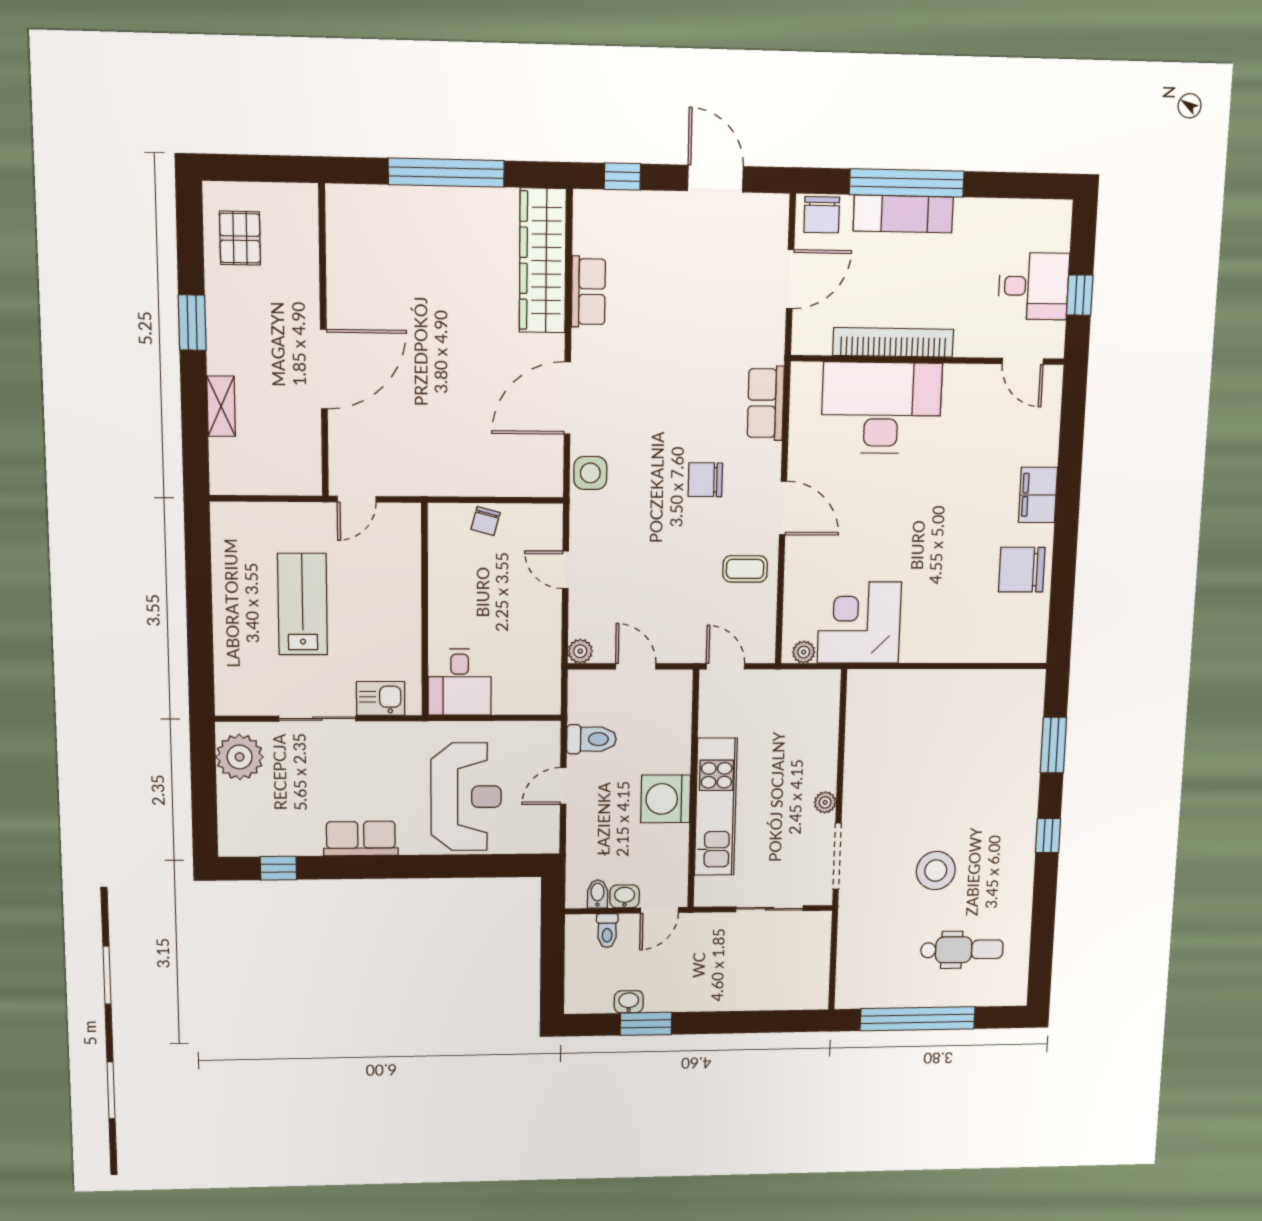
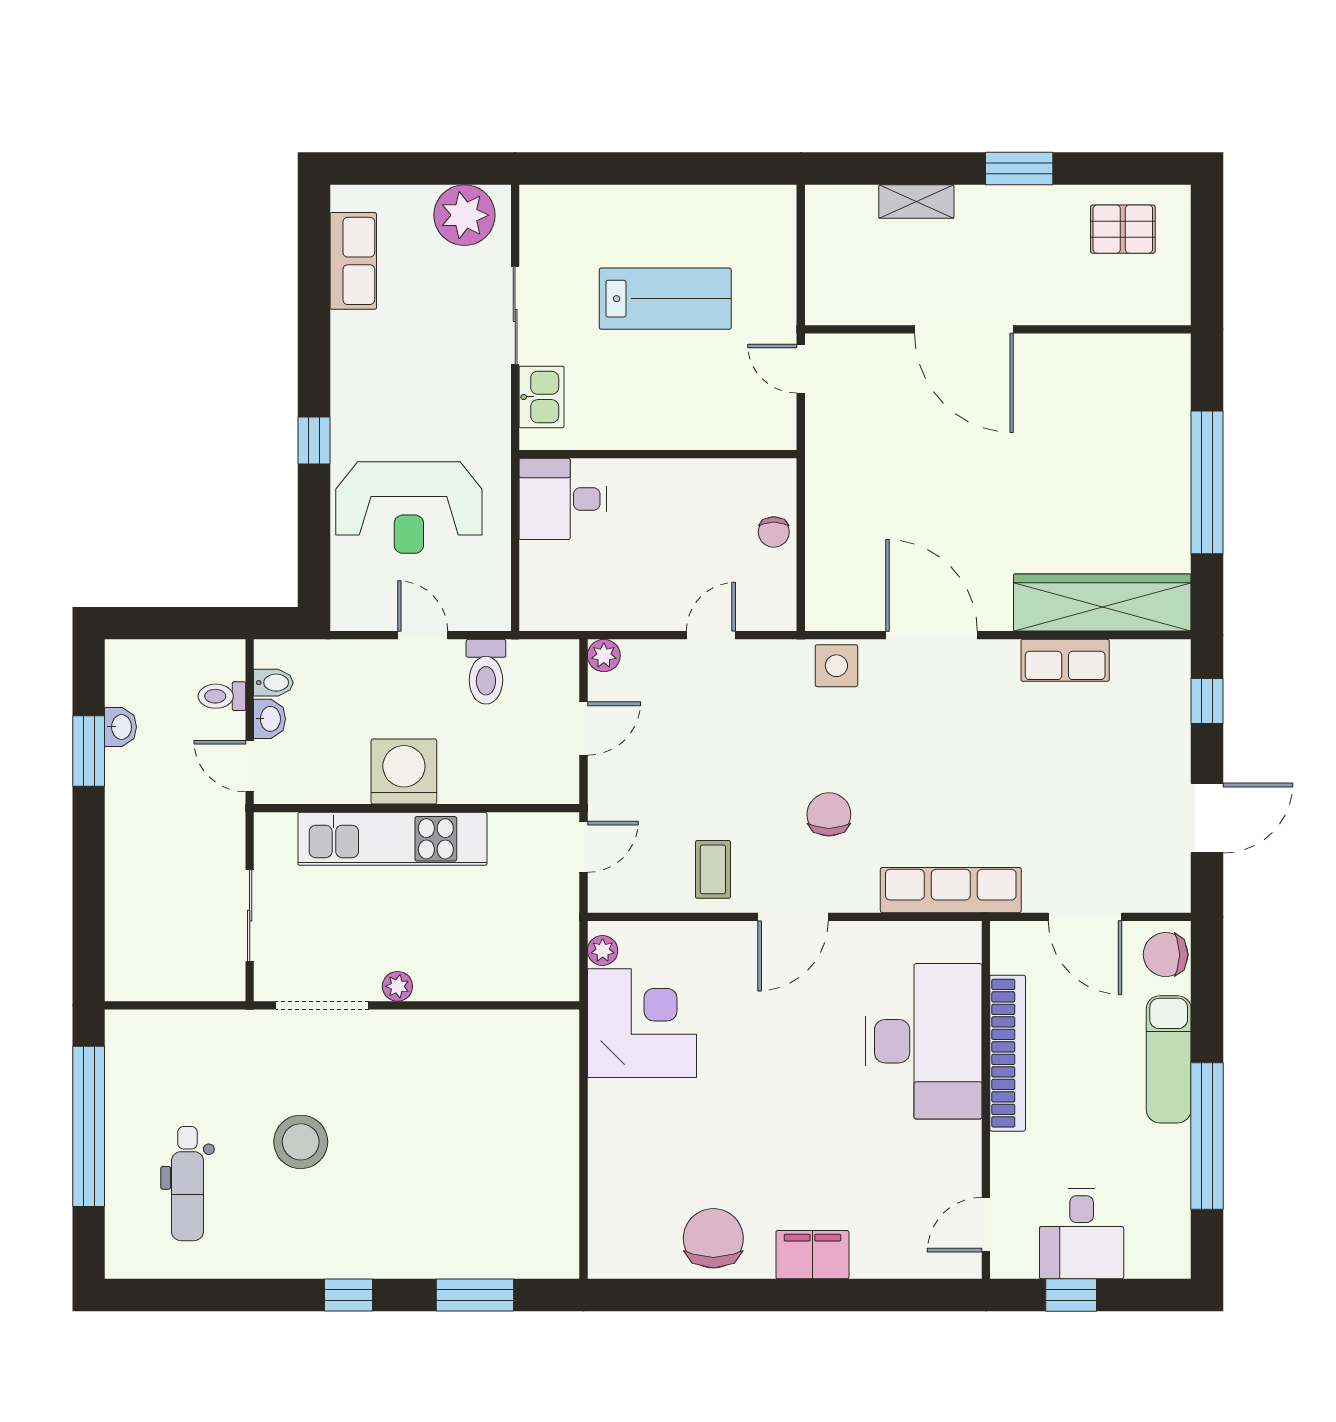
window: (907, 183) -> (1207, 1136), moved
row of seats: (766, 403) -> (951, 890), width x1.48
chair: (486, 521) -> (774, 532), turned -105
row of seats: (361, 839) -> (353, 261), moved
window: (278, 868) -> (314, 440), moved

